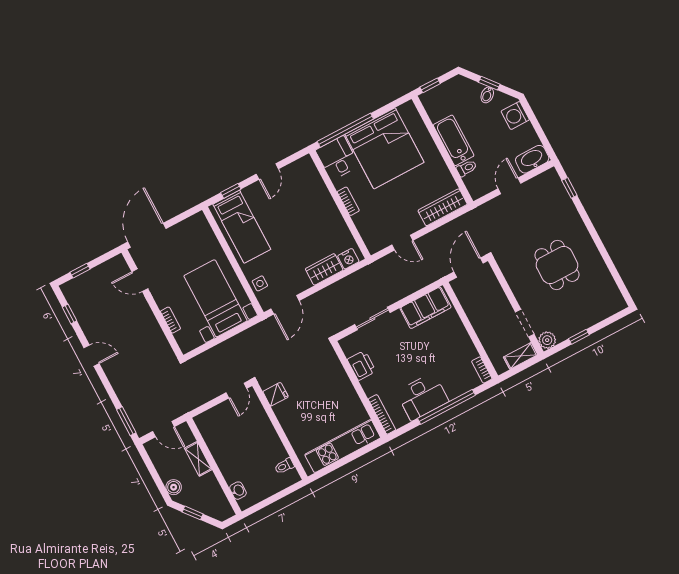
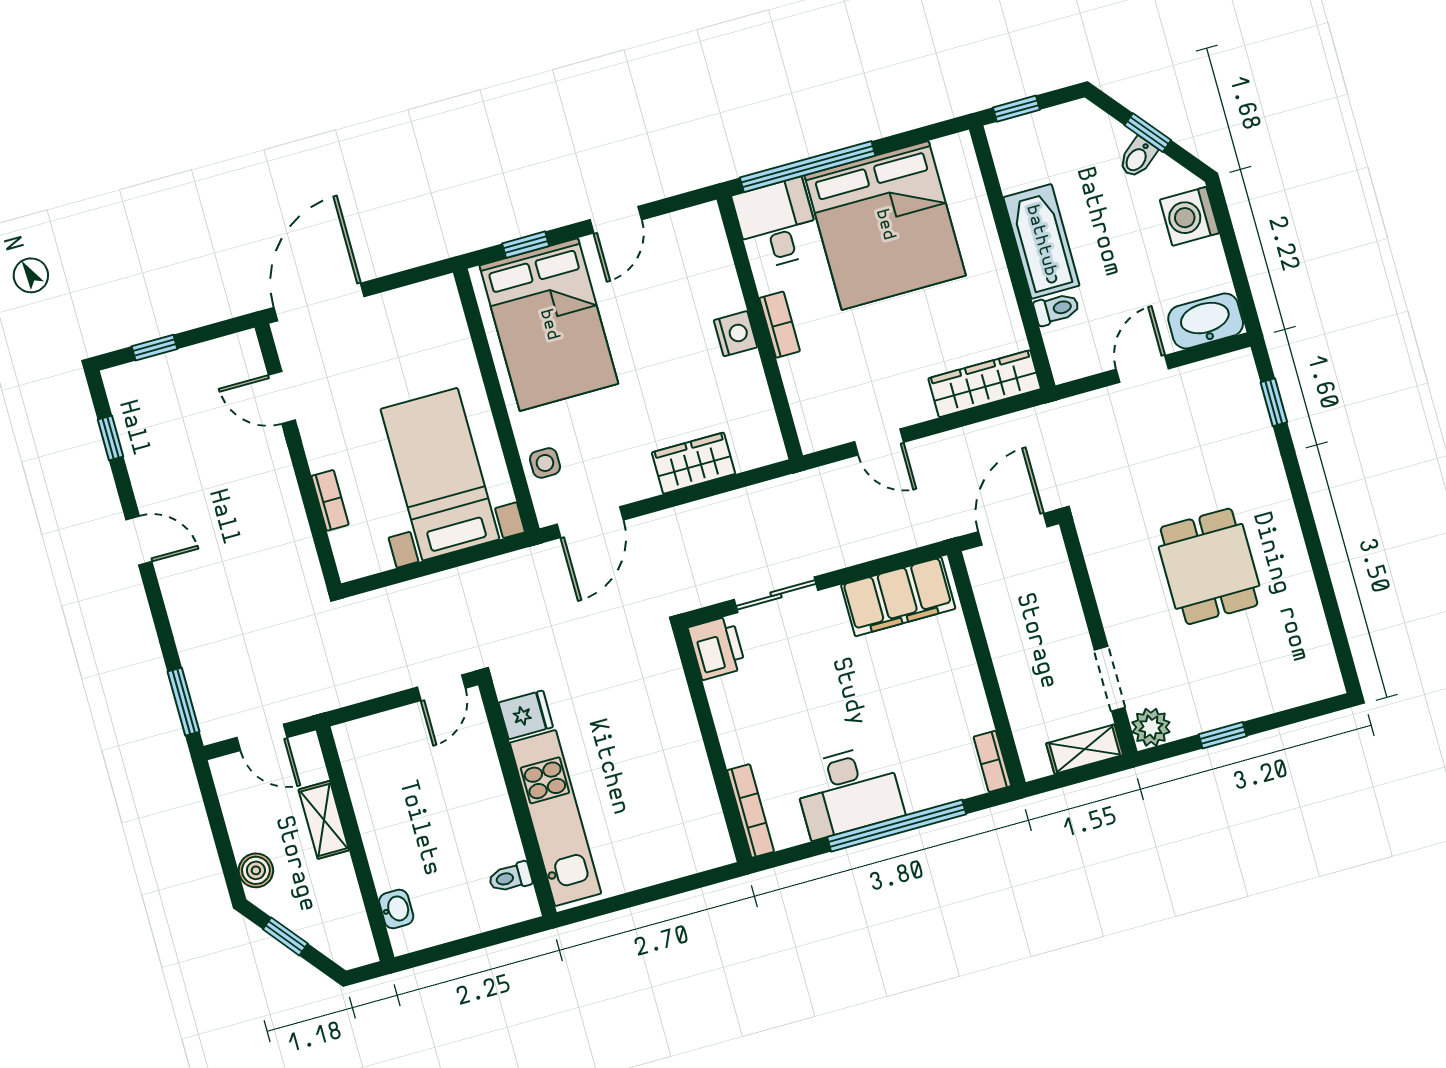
bed: (242, 227) -> (549, 325), width x1.50
nightstand: (348, 259) -> (736, 334), moved, turned -90
printer: (362, 365) -> (717, 648), moved
kitchen unit: (343, 446) -> (555, 818), moved, turned 90

